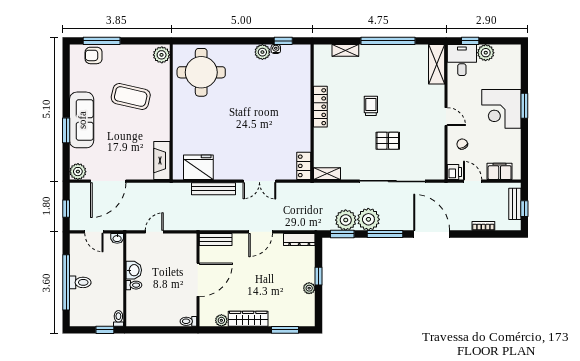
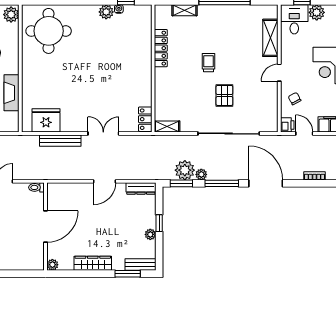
shelving: (437, 64) -> (270, 38), moved
locker: (320, 107) -> (161, 48), moved
door: (446, 117) -> (279, 73), swing flipped
pallet: (388, 141) -> (224, 95), turned 90
fireplace: (162, 161) -> (11, 93), moved
double door: (259, 181) -> (103, 134), swing flipped
plant: (368, 219) -> (201, 174), width x0.53, depth x0.53
bench: (216, 239) -> (140, 265), moved
plant: (221, 320) -> (52, 265), moved
toilet: (188, 321) -> (36, 187), moved

